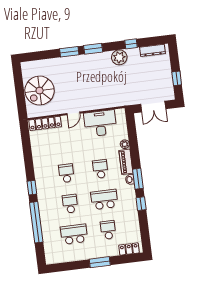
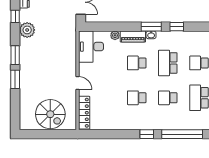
desk: (100, 123) -> (91, 47), moved

